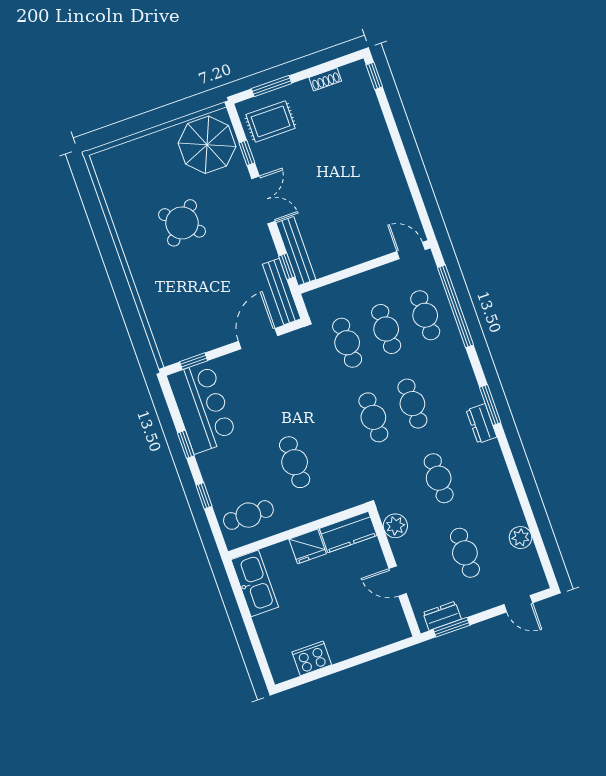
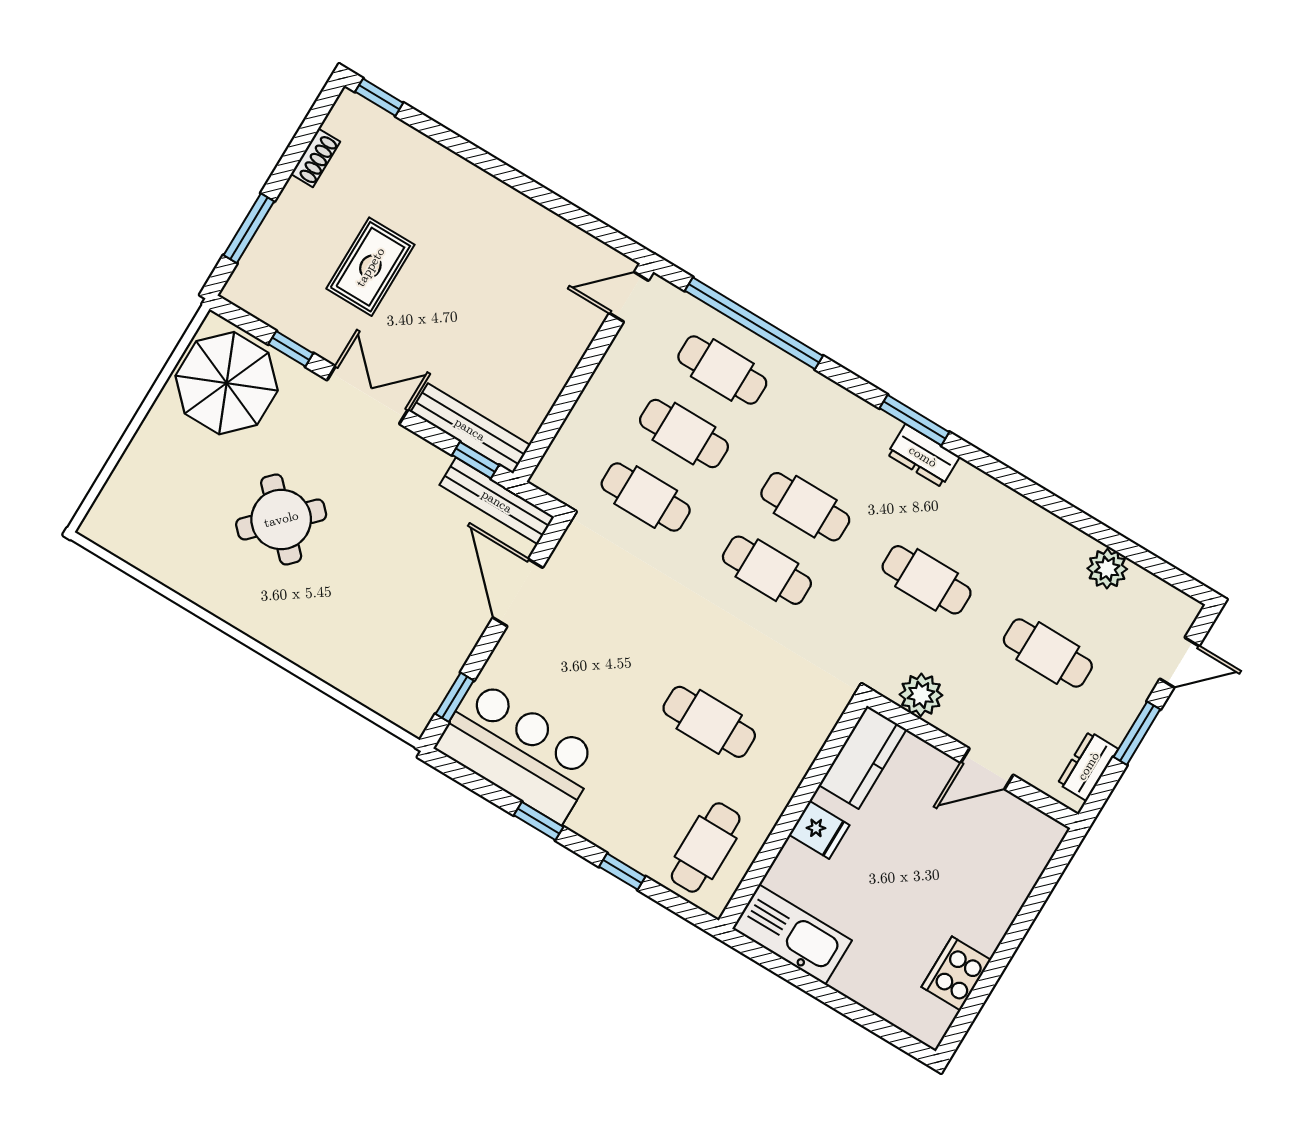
rug: (271, 121) -> (370, 267), moved
fridge: (308, 546) -> (819, 830), width x0.72
window: (451, 627) -> (1137, 733), moved

